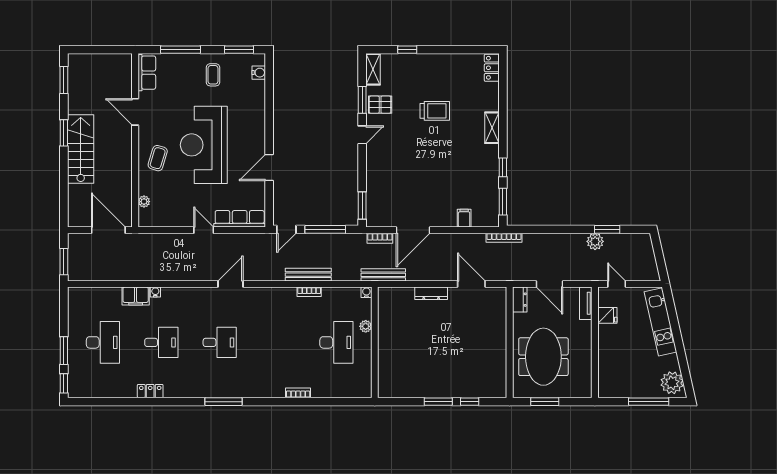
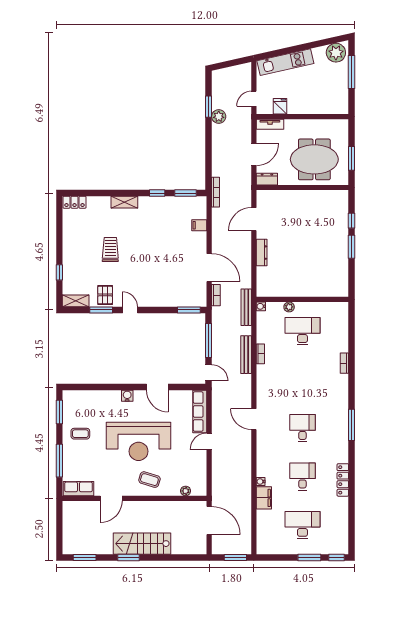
water cooler: (259, 73) -> (127, 396), moved
door: (108, 230) -> (209, 521), swing flipped
bench: (383, 275) -> (246, 307), moved
locker: (150, 391) -> (343, 480), width x1.53

